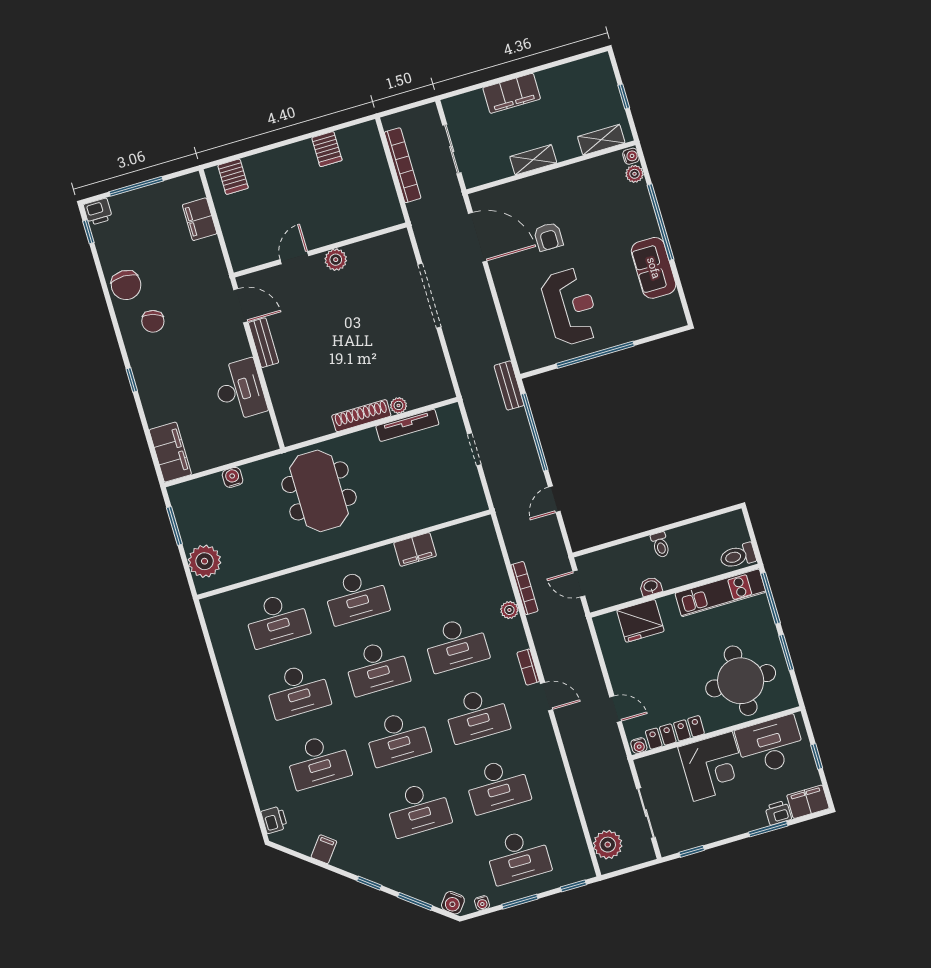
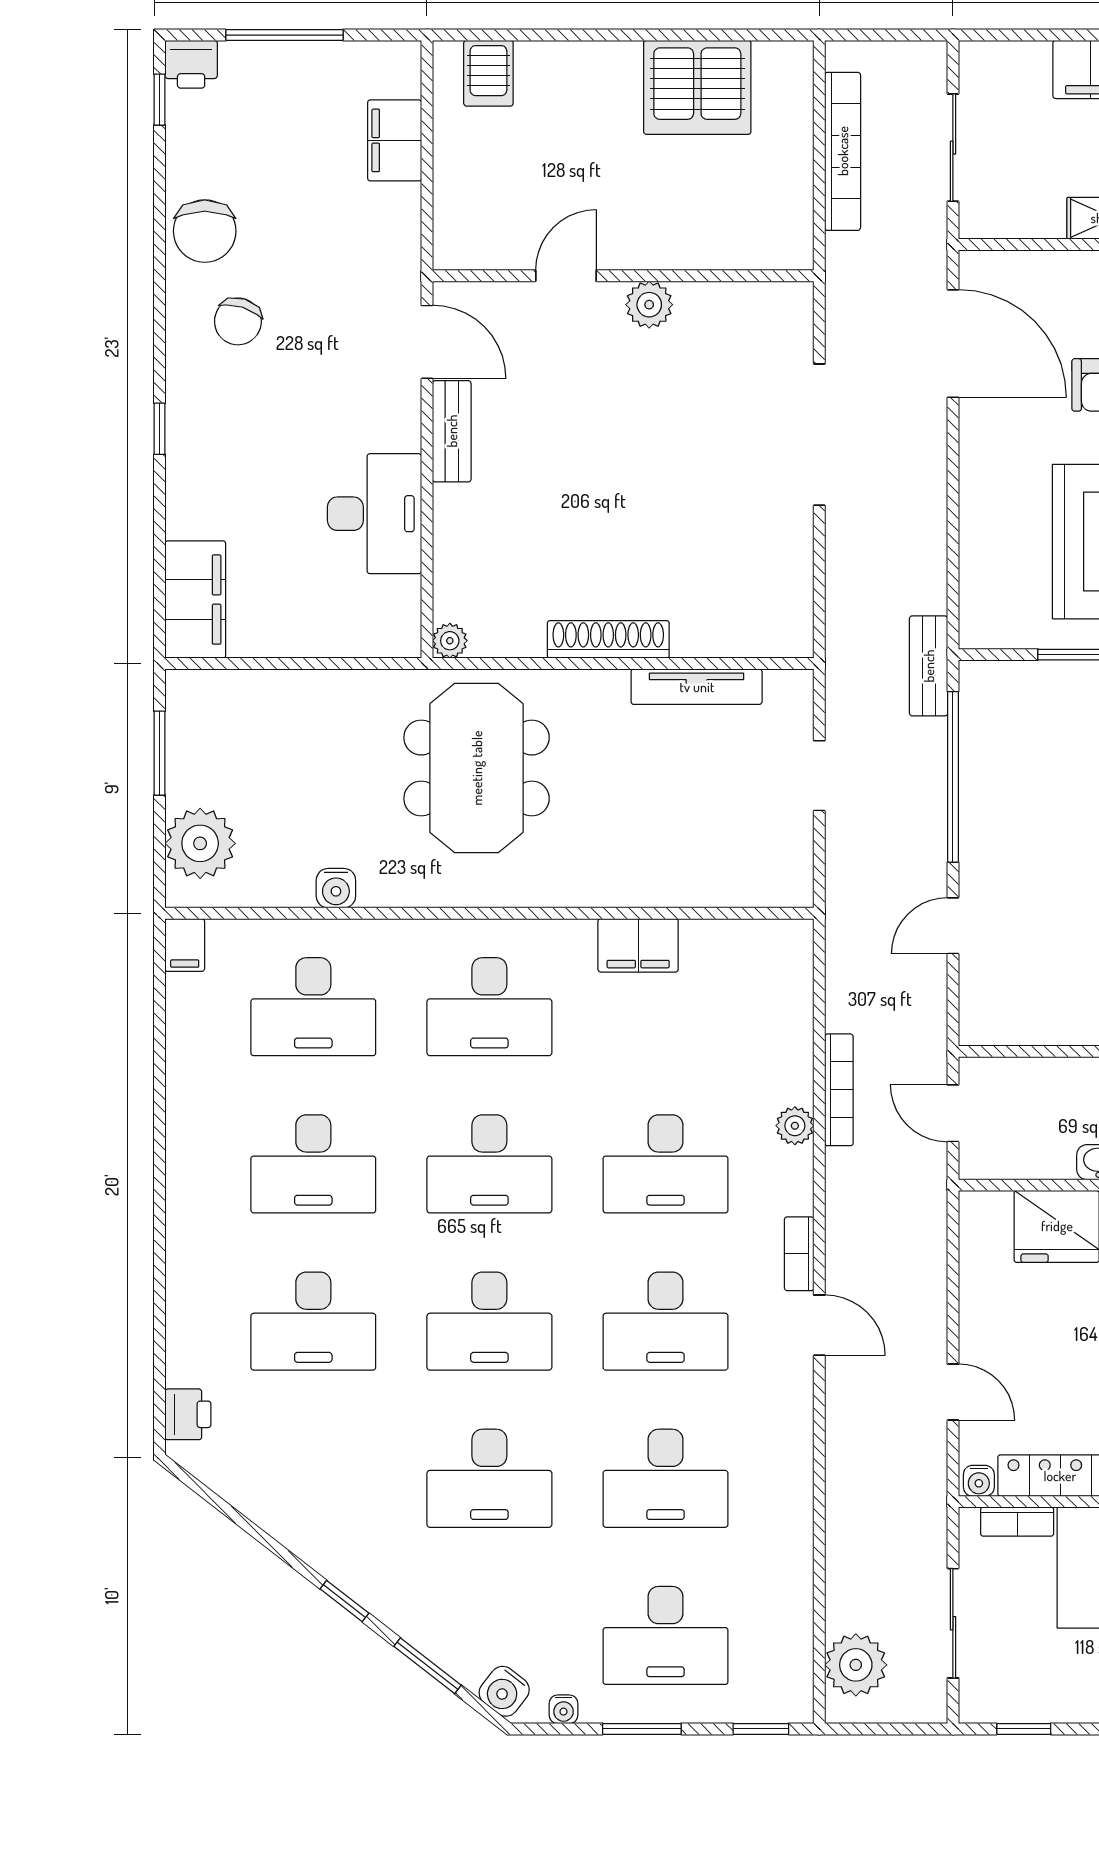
server rack: (327, 149) -> (697, 87), width x2.18, depth x1.44
plant: (398, 405) -> (450, 641), moved
water cooler: (233, 477) -> (336, 888), moved, turned 180
bookcase: (661, 759) -> (1017, 1522), added
filing cabinet: (324, 849) -> (185, 945), moved, turned 142

